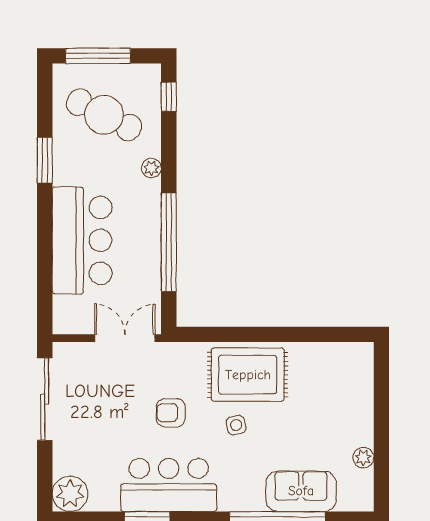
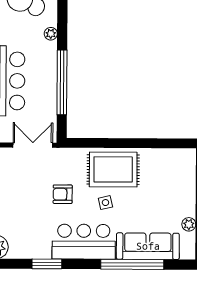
bar counter: (169, 485) -> (84, 242), moved
sofa: (301, 491) -> (148, 246), width x1.36

